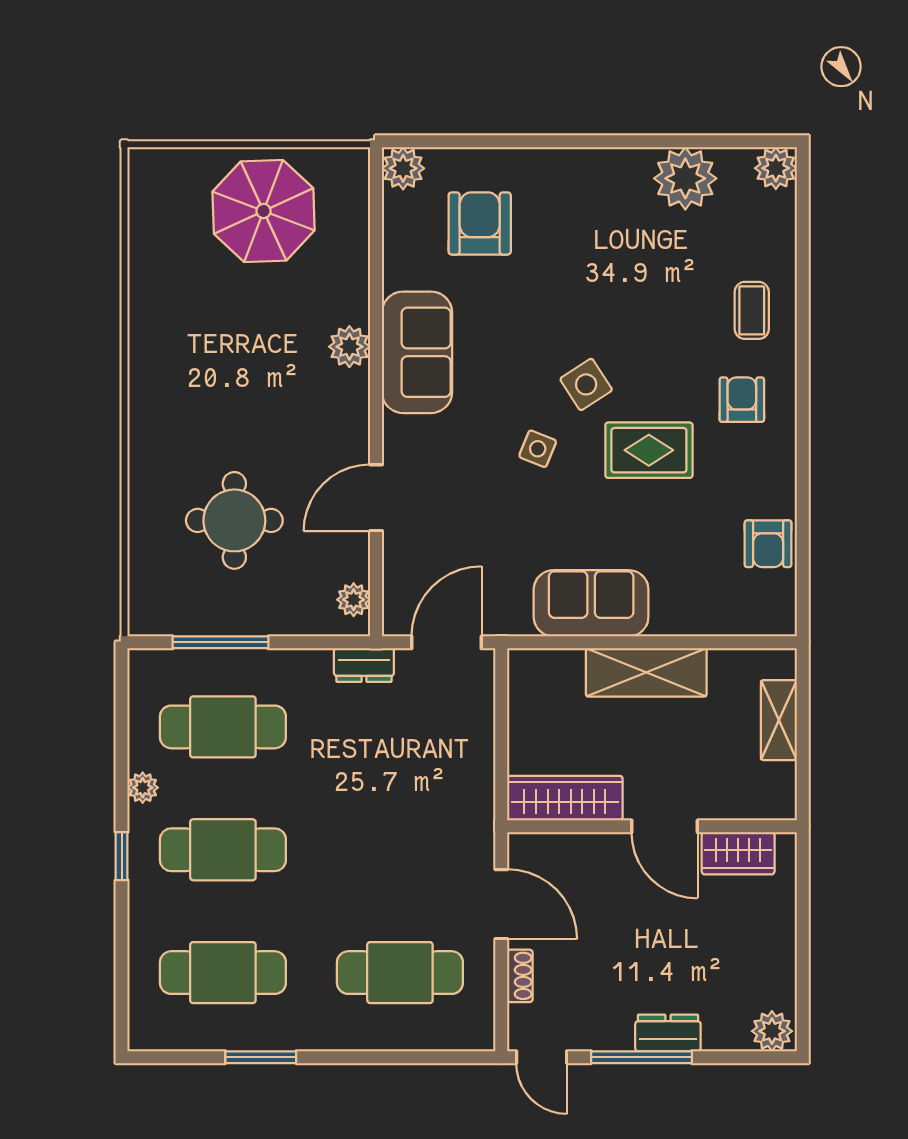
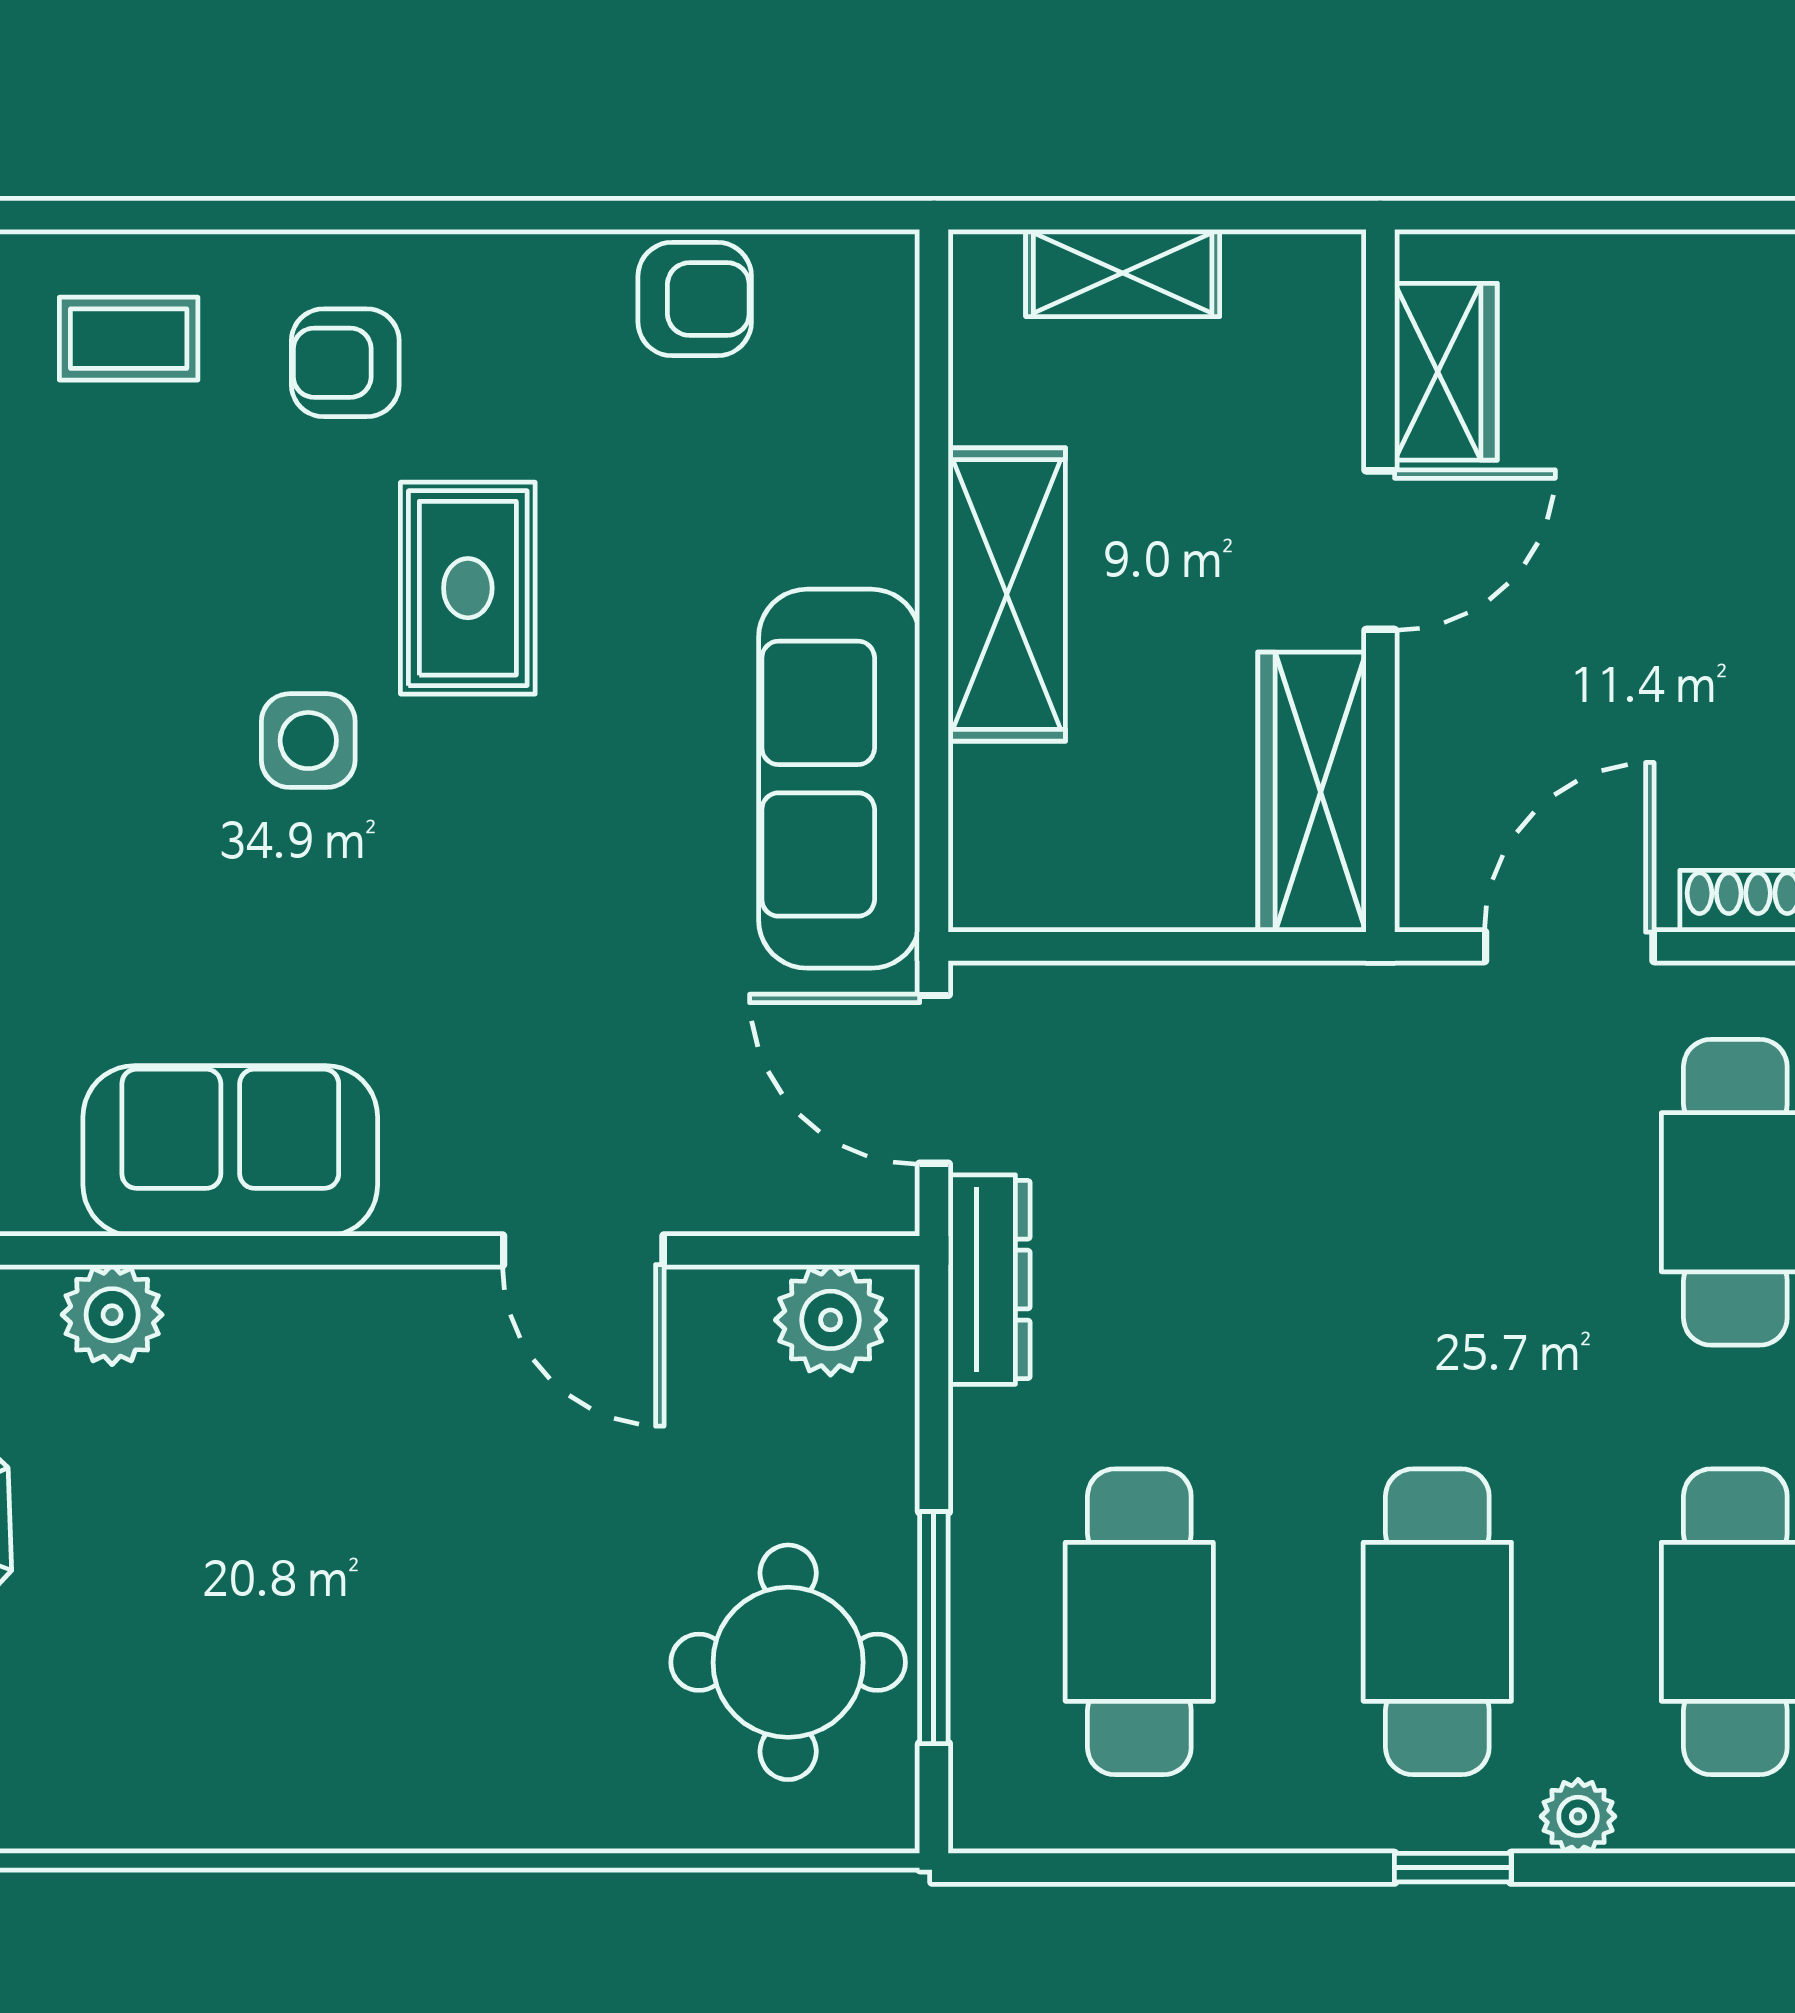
plant: (349, 347) -> (112, 1315), moved
side table: (586, 384) -> (308, 741), turned 33
side table: (538, 449) -> (464, 858), removed
round table: (234, 520) -> (788, 1662), moved
plant: (354, 600) -> (831, 1320), width x1.38, depth x1.38
sofa: (591, 603) -> (839, 779), width x1.36
dresser: (364, 665) -> (989, 1280), width x1.44
plant: (143, 788) -> (1578, 1816), moved

